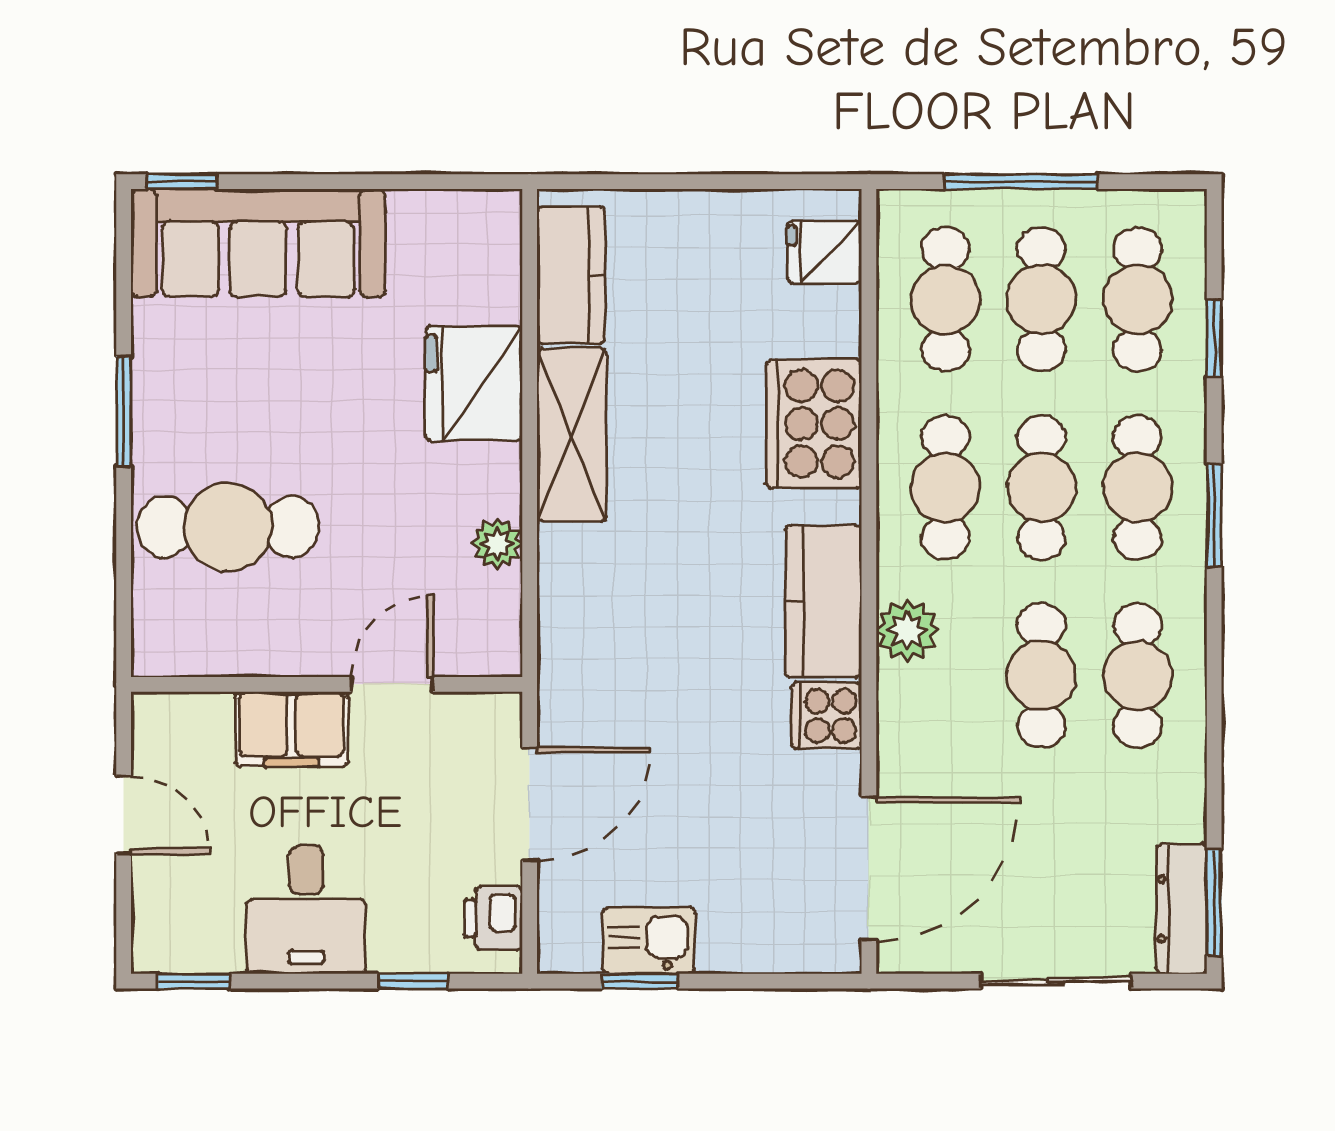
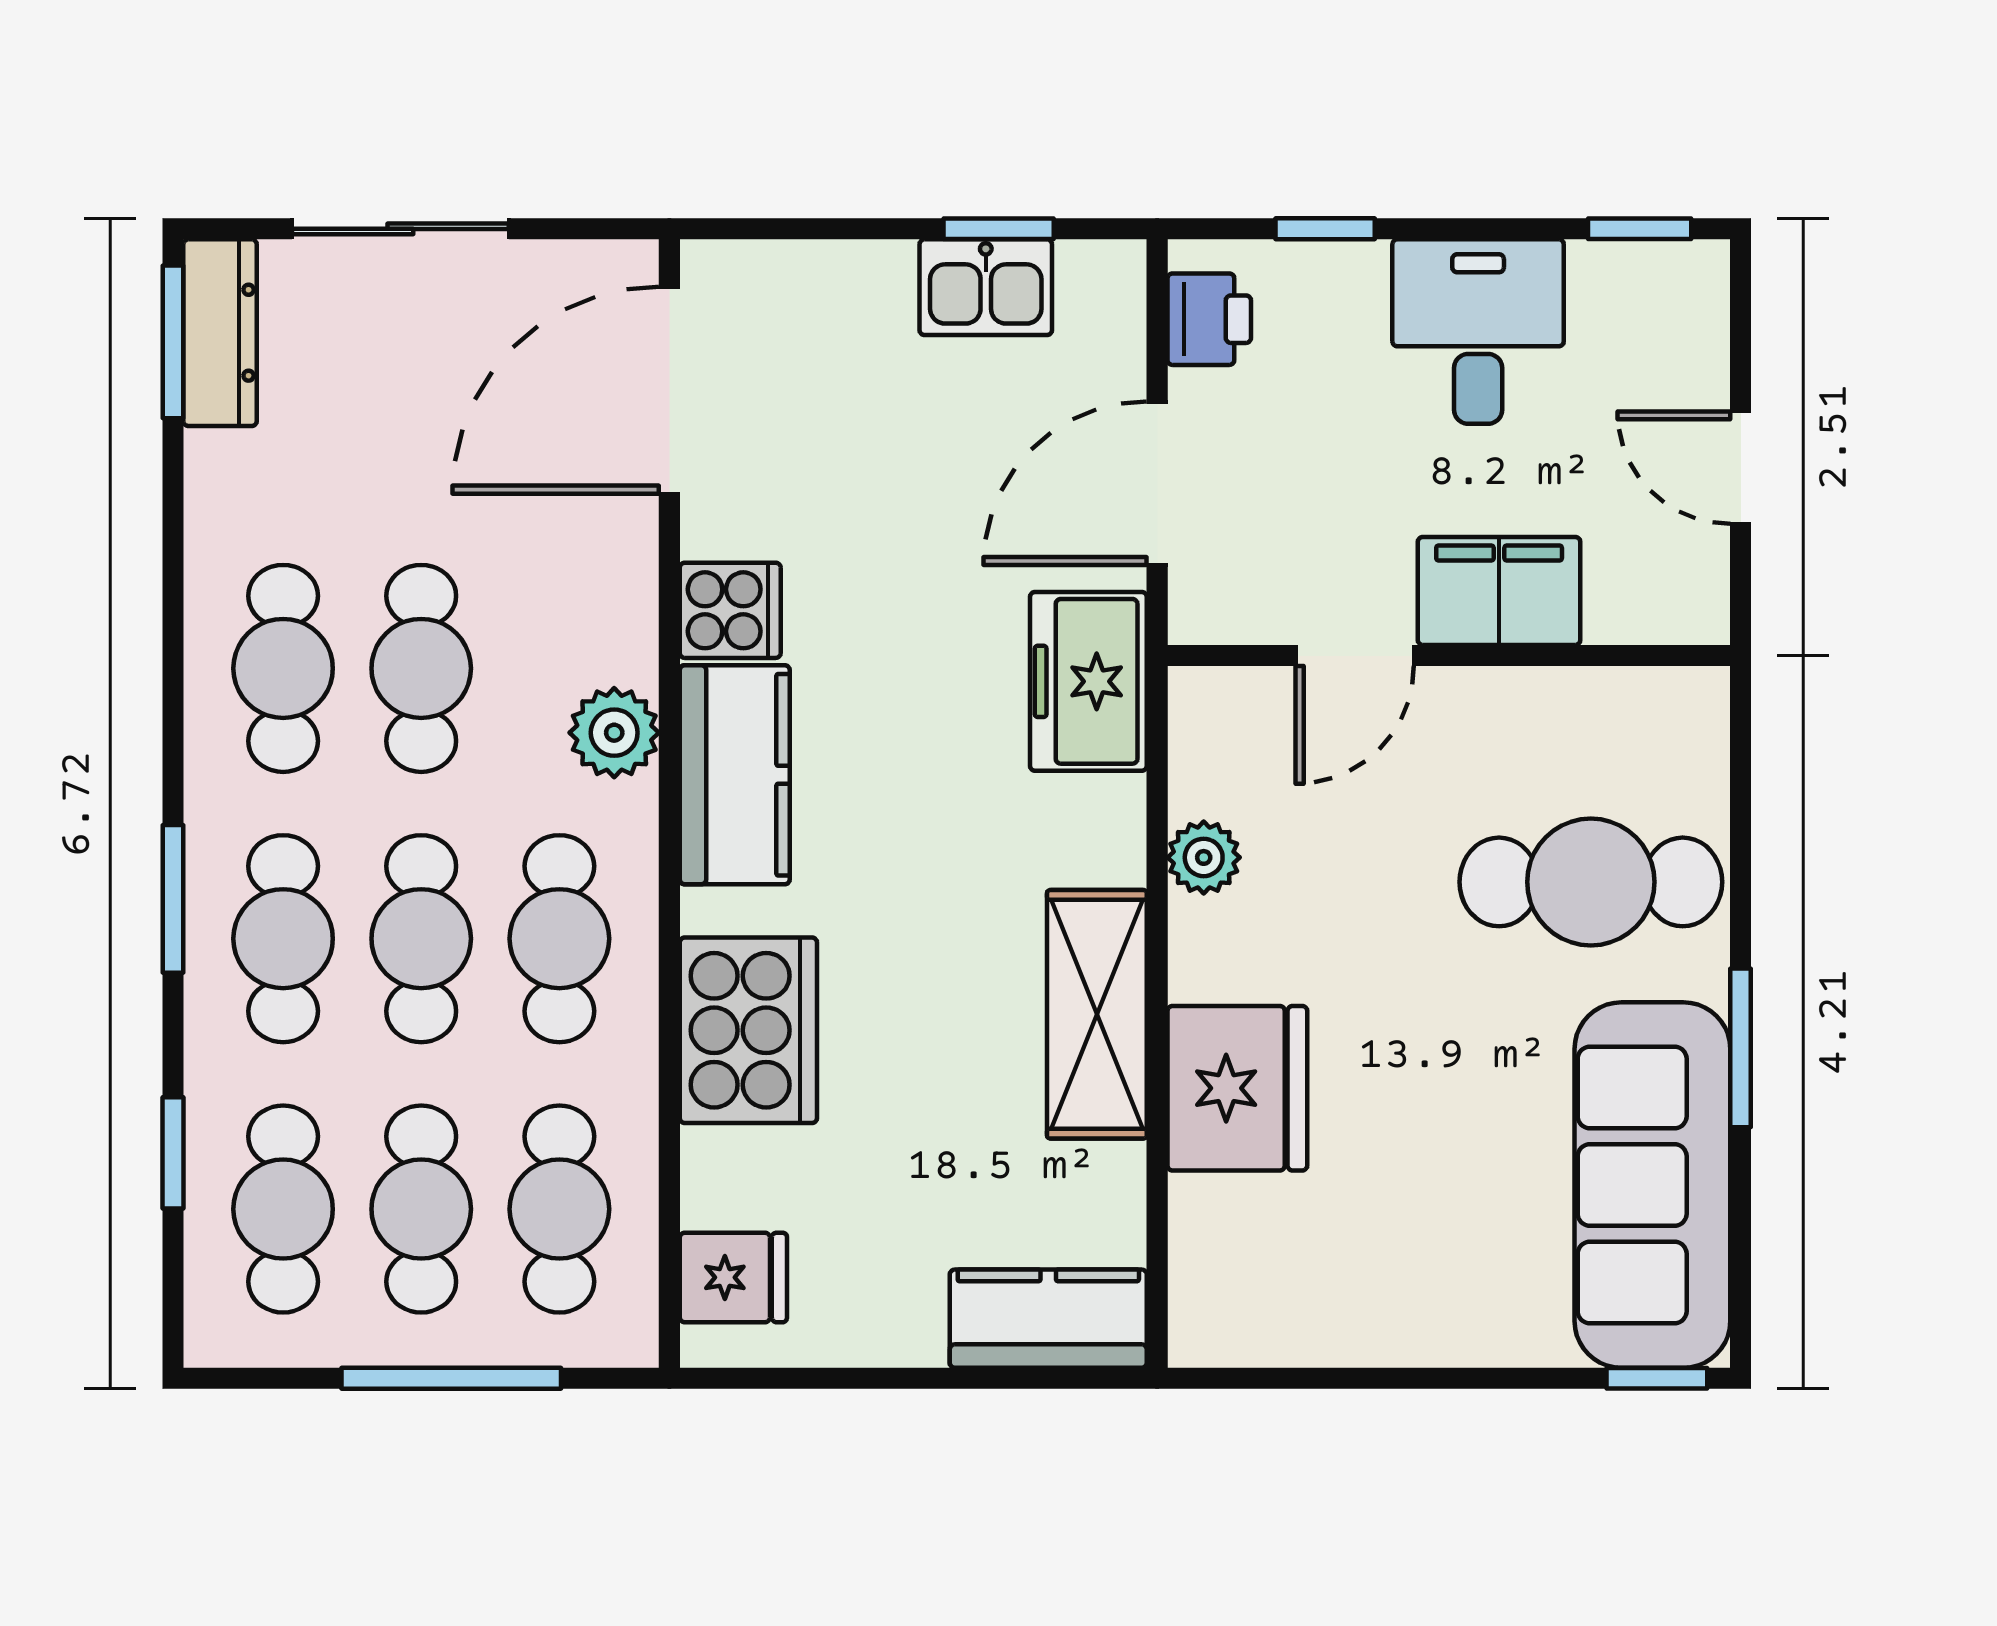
sofa: (258, 243) -> (1652, 1185), moved, turned -90
kitchen counter: (571, 275) -> (1048, 1319), moved, turned 90
freezer: (577, 666) -> (1088, 681), added

